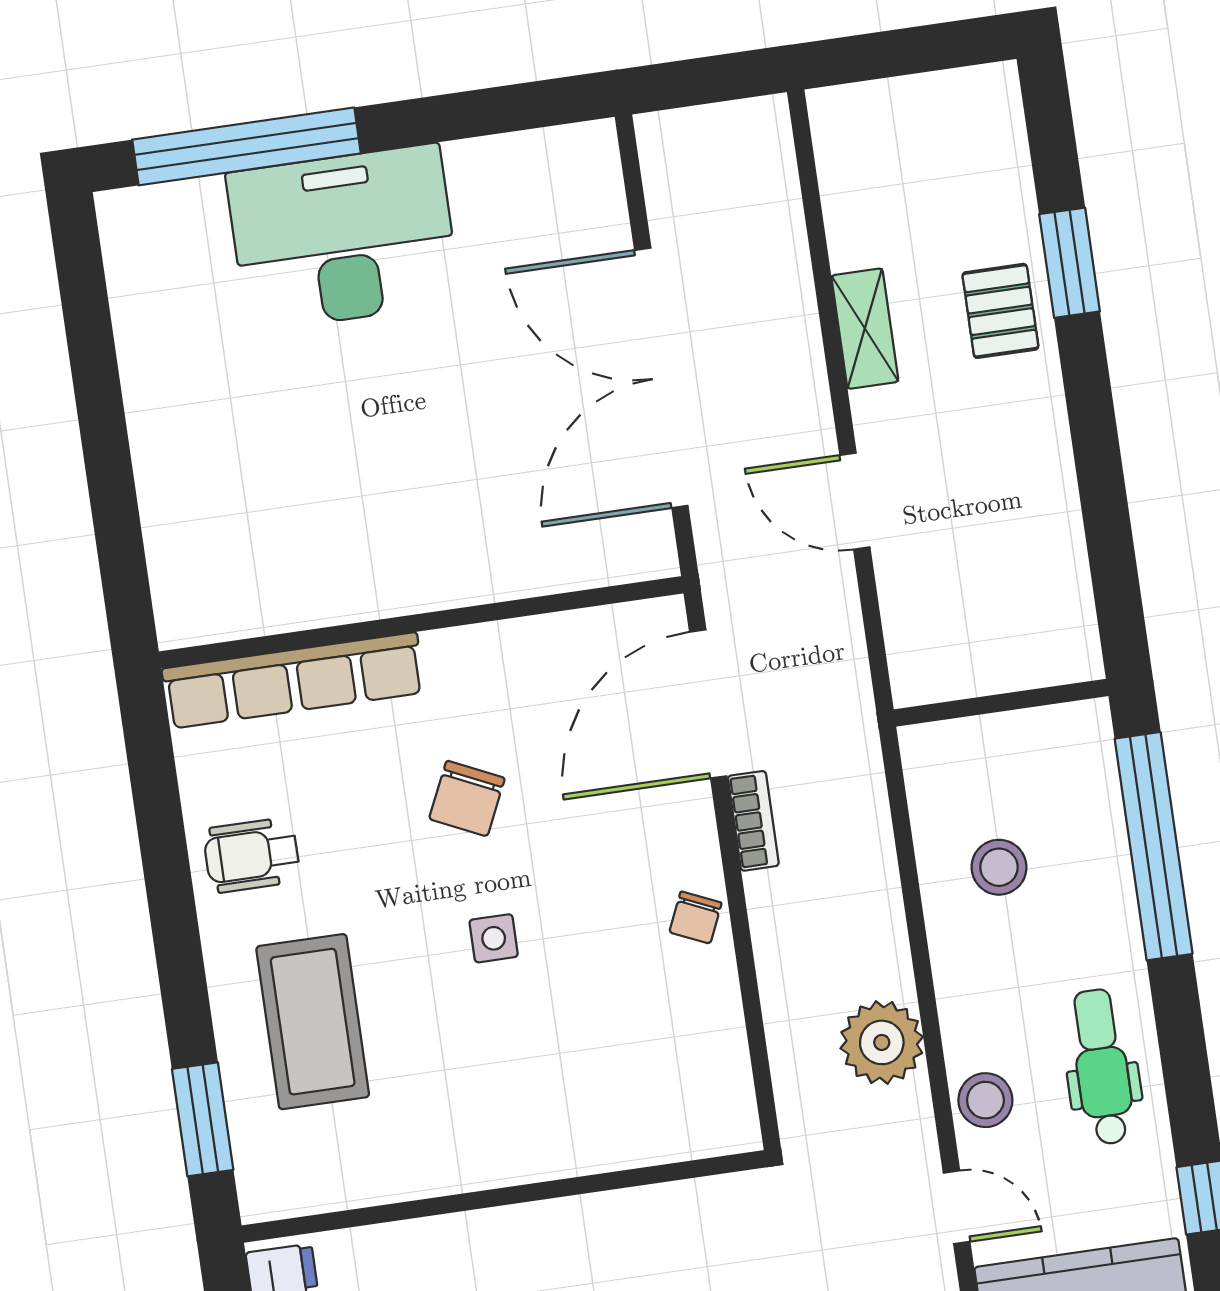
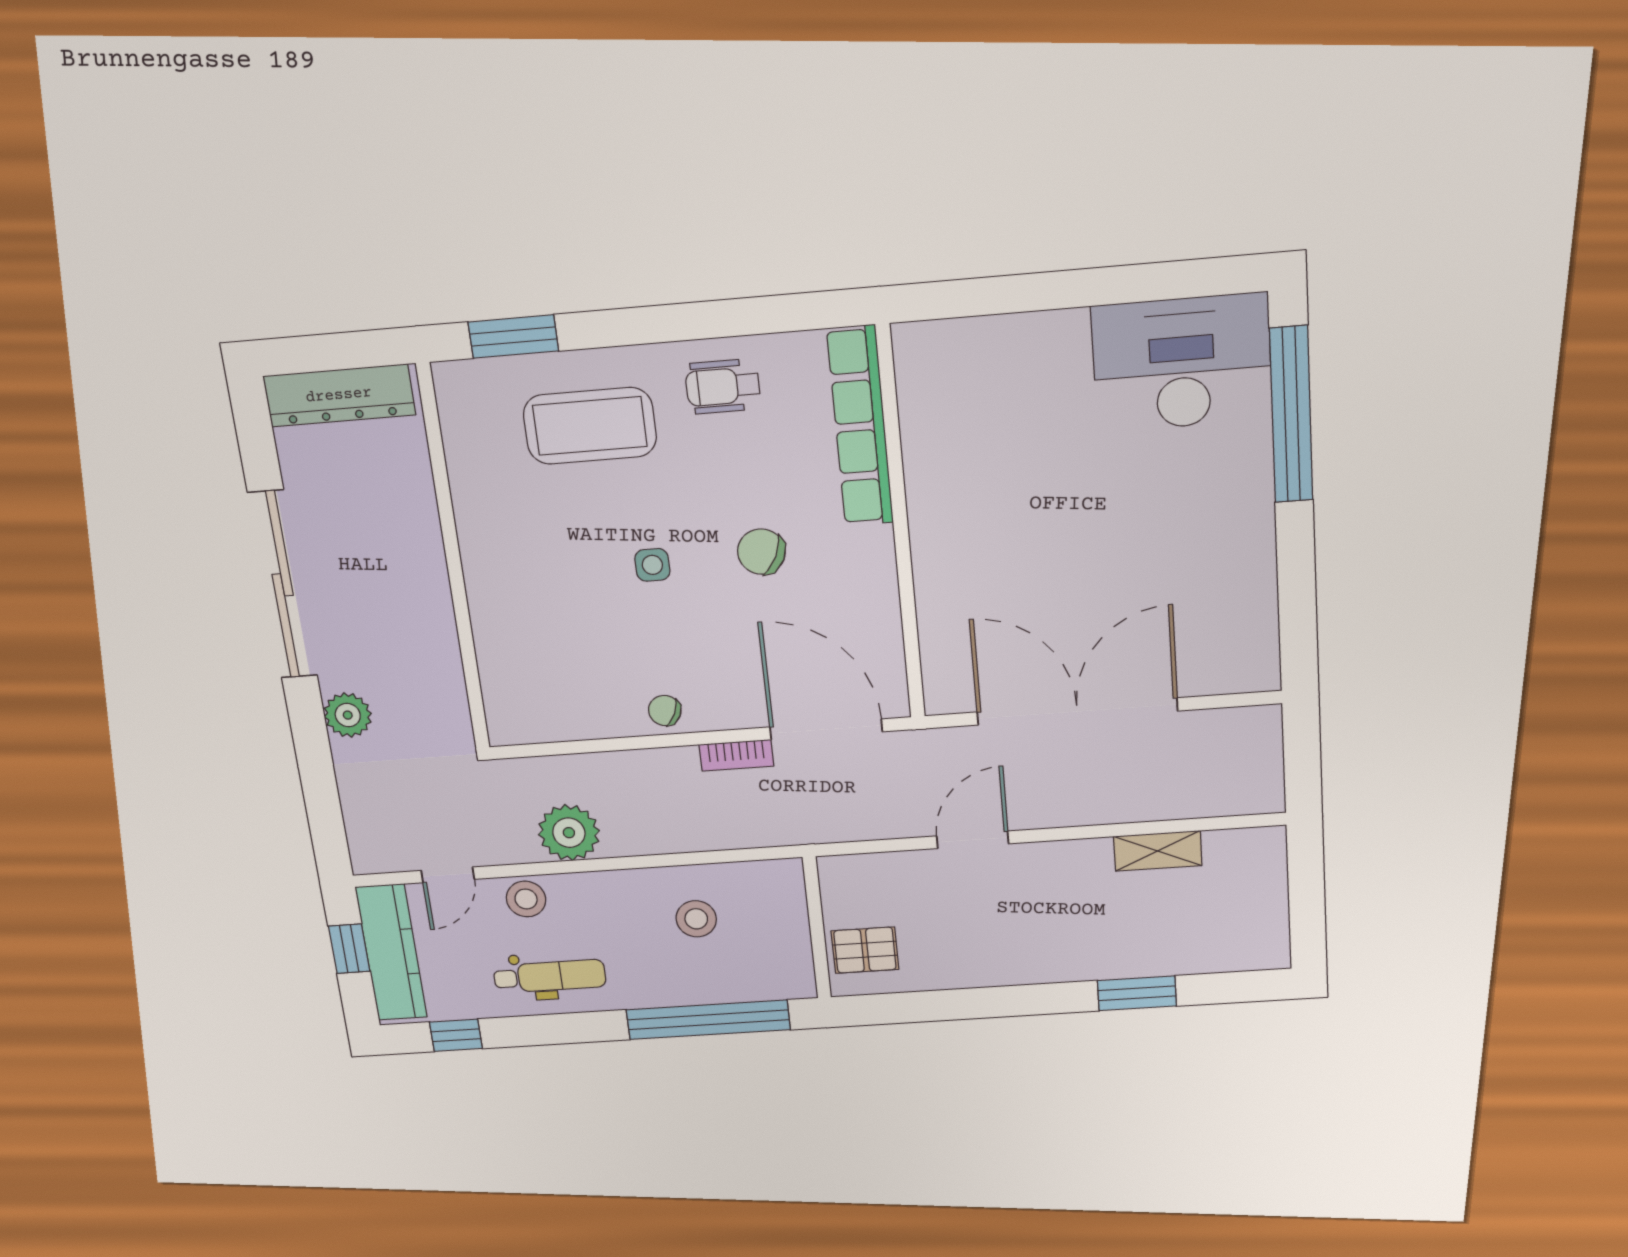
desk: (343, 238) -> (1182, 363), moved, turned -90
pallet: (1000, 311) -> (865, 950), moved
shelving: (865, 329) -> (1158, 851), moved
wheelchair: (252, 855) -> (723, 386), turned -90

